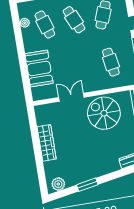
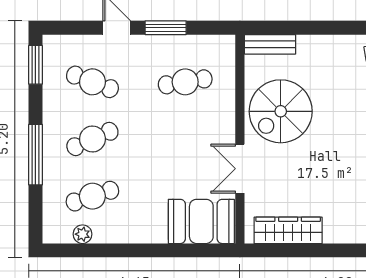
booth: (39, 68) -> (201, 221), moved
wardrobe: (47, 143) -> (288, 230), moved

